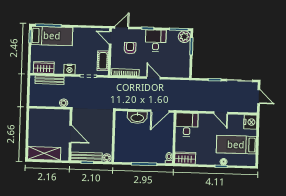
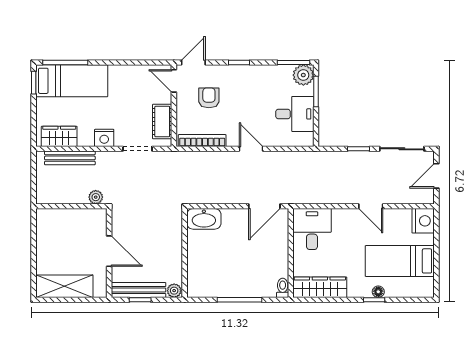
desk: (156, 41) -> (295, 114), moved, turned 90
door: (259, 97) -> (436, 176), swing flipped
washbasin: (137, 118) -> (204, 219), moved
wardrobe: (185, 158) -> (320, 287), width x1.50

